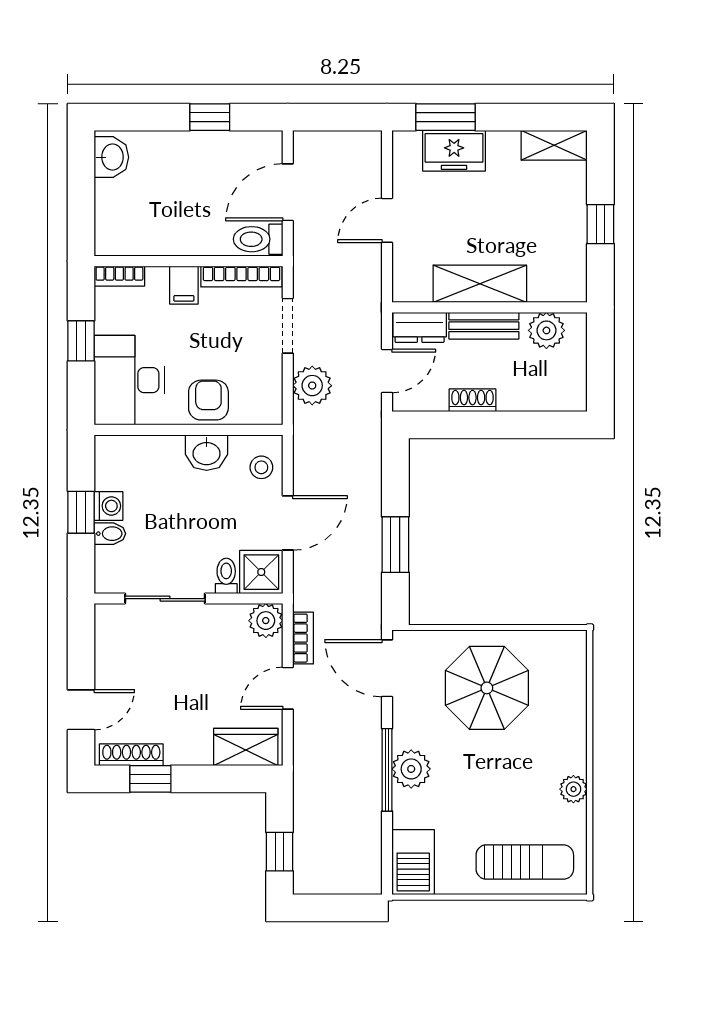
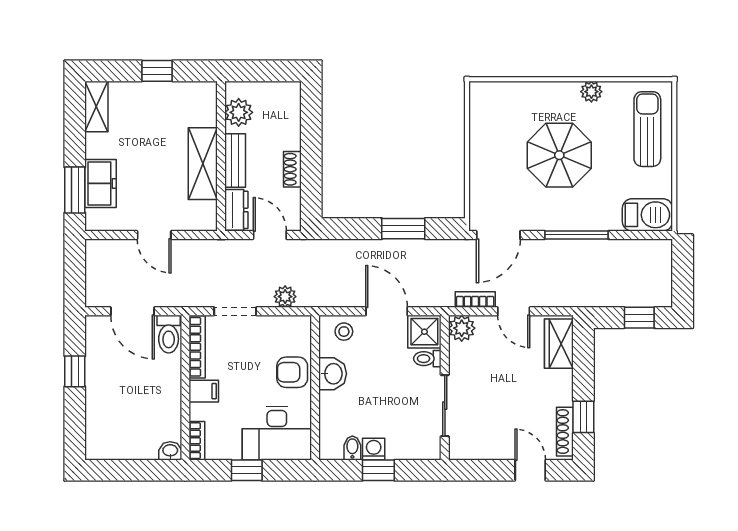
washbasin: (111, 157) -> (170, 451), moved, width x0.72, depth x0.69
plant: (312, 386) -> (285, 297), width x0.73, depth x0.73
bidet: (110, 534) -> (352, 448), moved
parasol: (487, 688) -> (559, 155), moved
plant: (411, 769) -> (576, 216), removed

